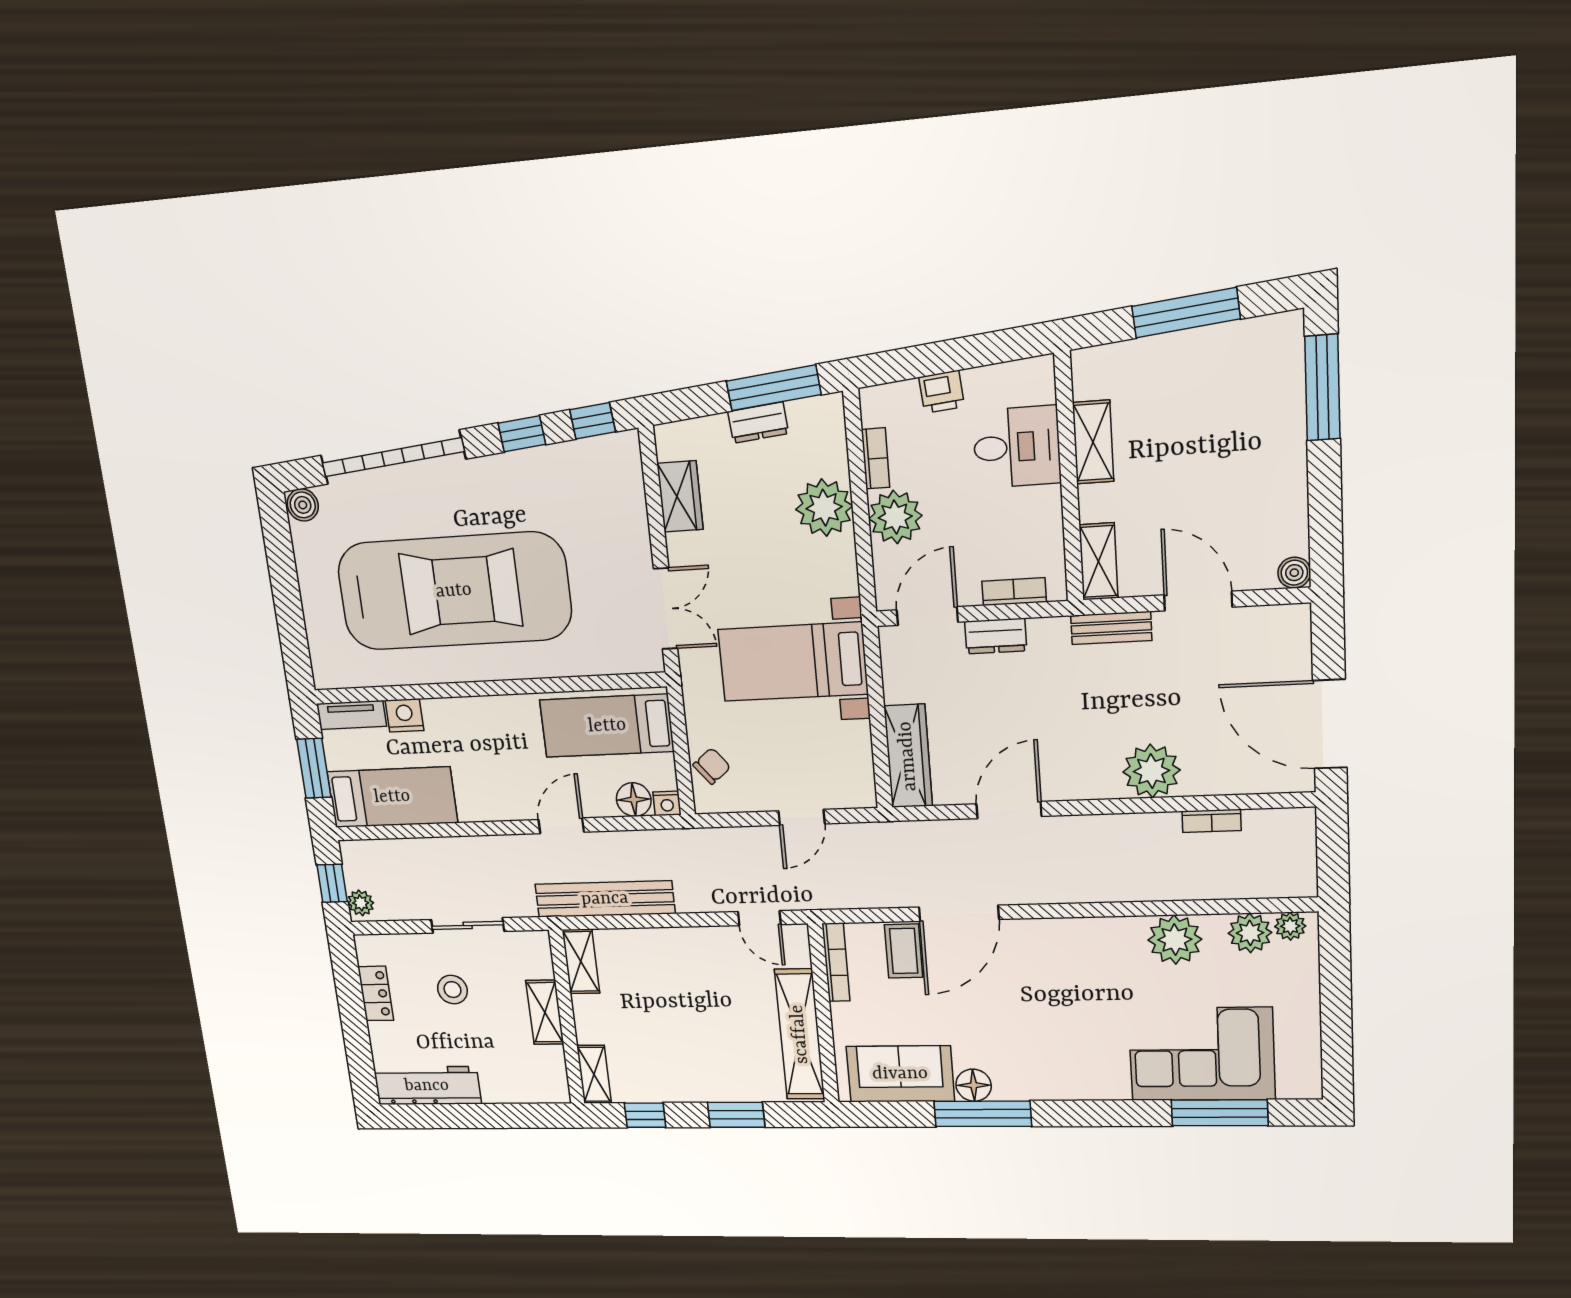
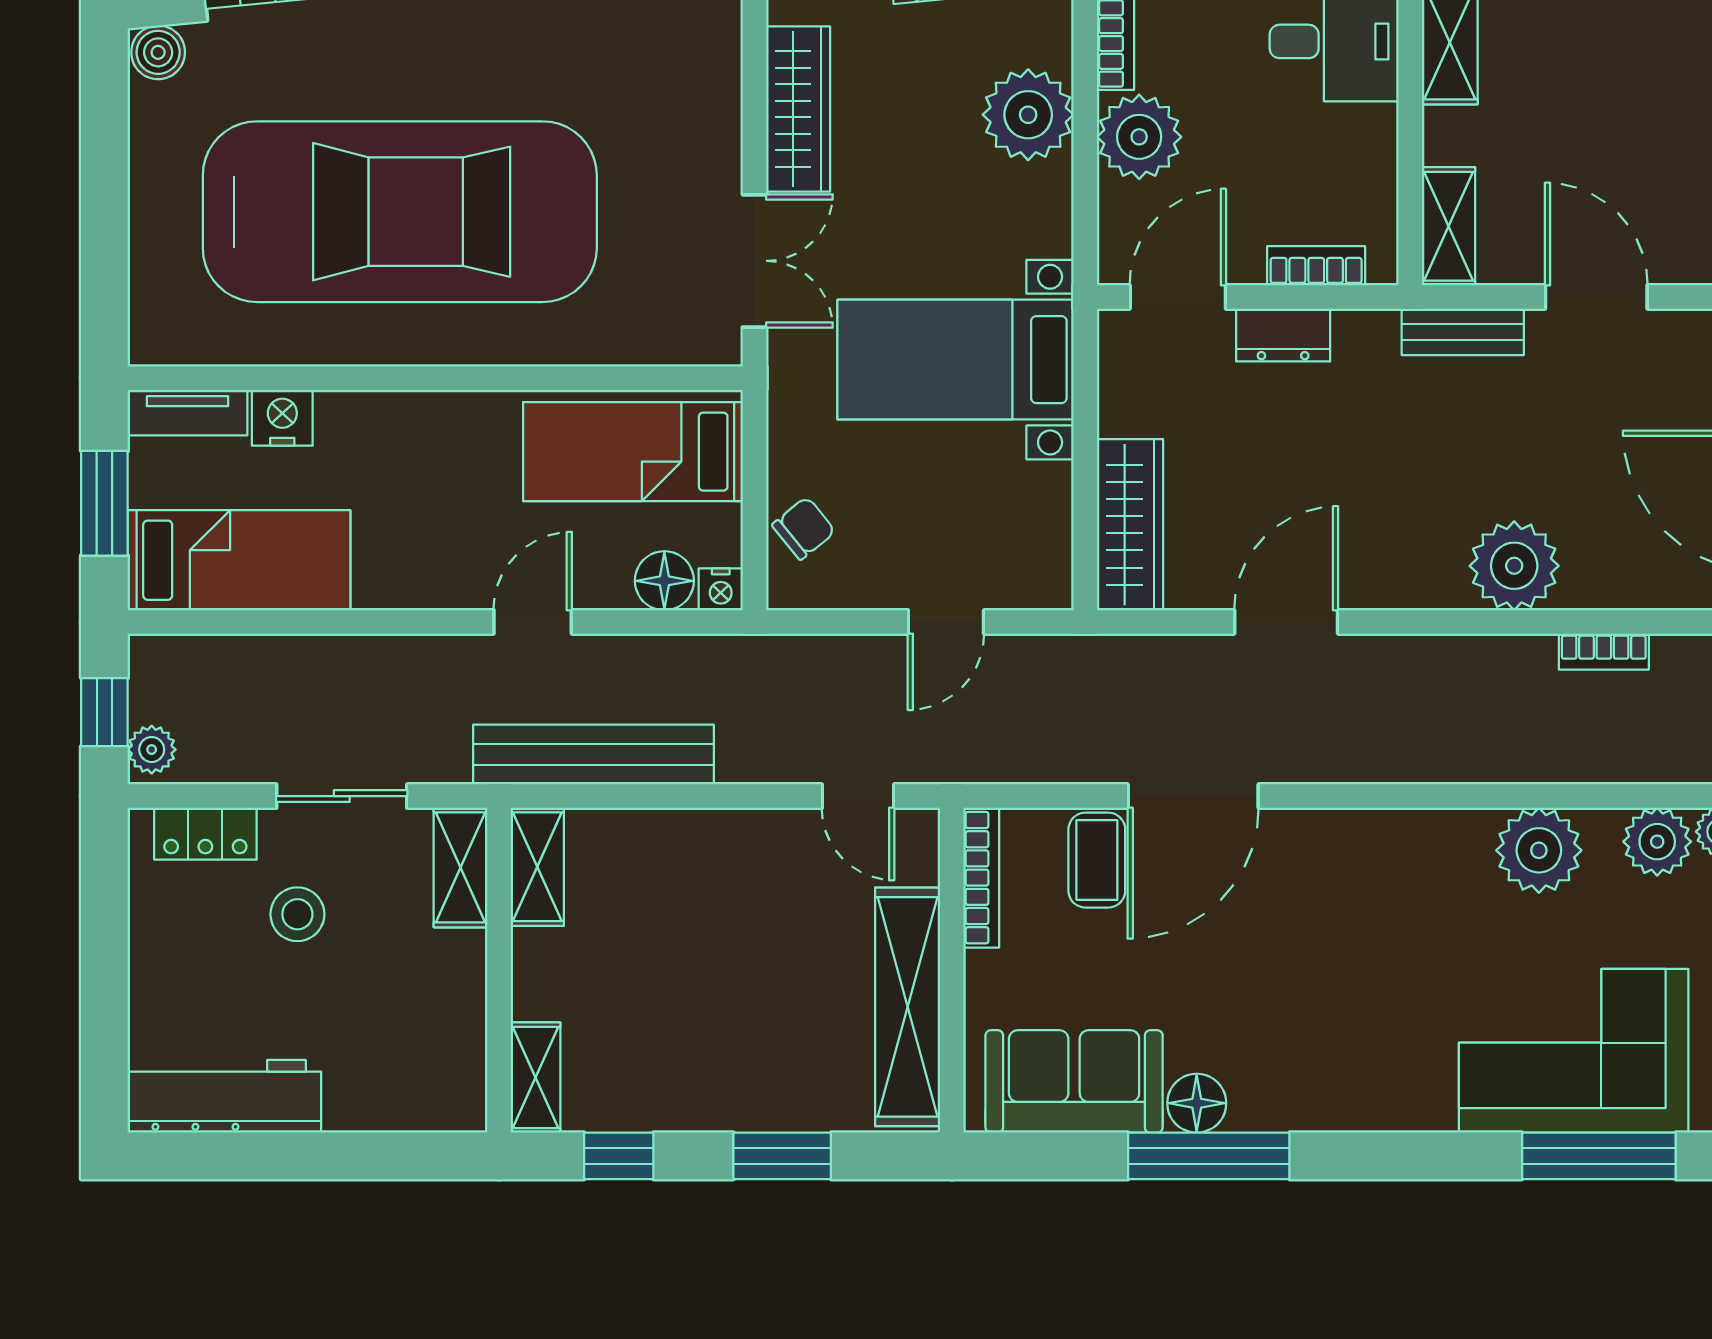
wardrobe: (680, 496) -> (798, 109), width x1.50
locker: (376, 993) -> (205, 834), moved, turned 90
shelving: (545, 1012) -> (461, 867), moved

